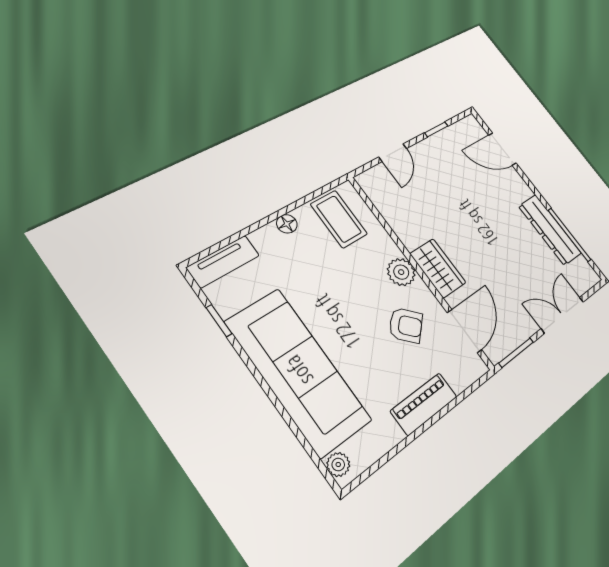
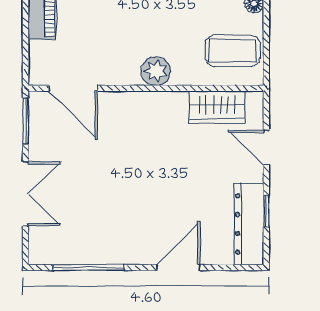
door: (502, 149) -> (178, 268), moved
dresser: (550, 230) -> (249, 224), moved, turned -90
wardrobe: (438, 268) -> (217, 107), moved
armchair: (406, 325) -> (111, 41), removed

